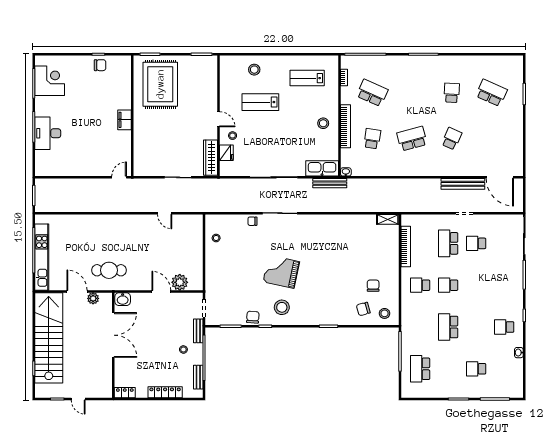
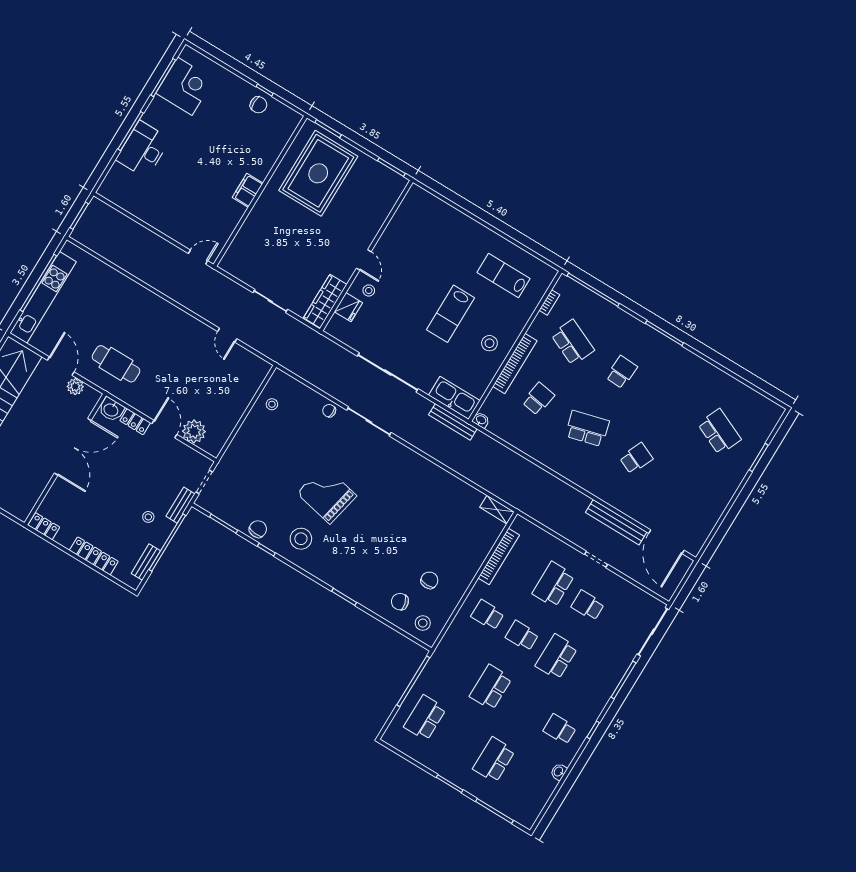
stool: (254, 70) -> (445, 226), removed
school desk: (452, 93) -> (621, 372), moved
lab bench: (260, 102) -> (451, 314), moved, turned -90
school desk: (476, 285) -> (556, 657), added
locker: (141, 298) -> (135, 422), added
school desk: (476, 369) -> (494, 760), width x1.85

